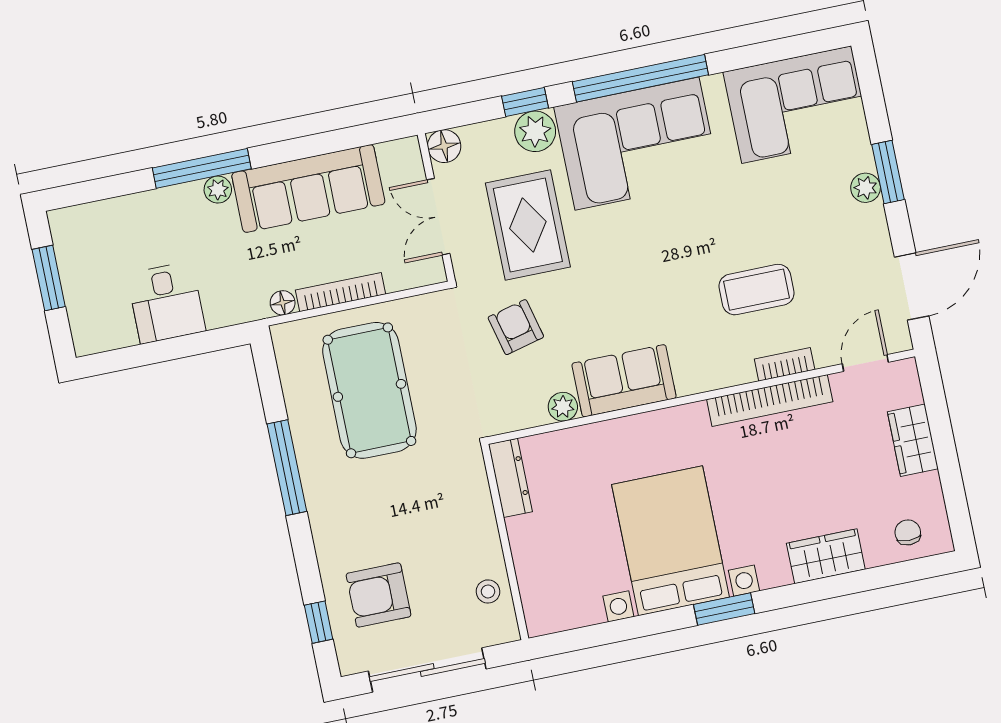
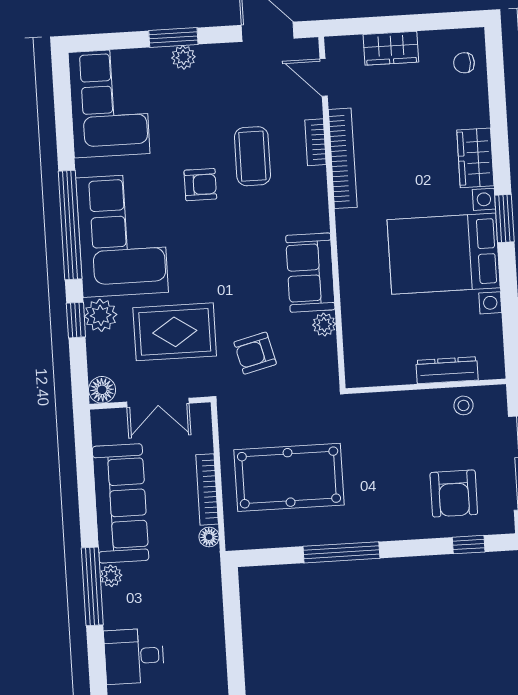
armchair: (713, 231) -> (200, 185), added
desk: (166, 302) -> (134, 656), moved, turned 180
dresser: (510, 478) -> (447, 370), moved
wardrobe: (826, 556) -> (475, 158), moved

